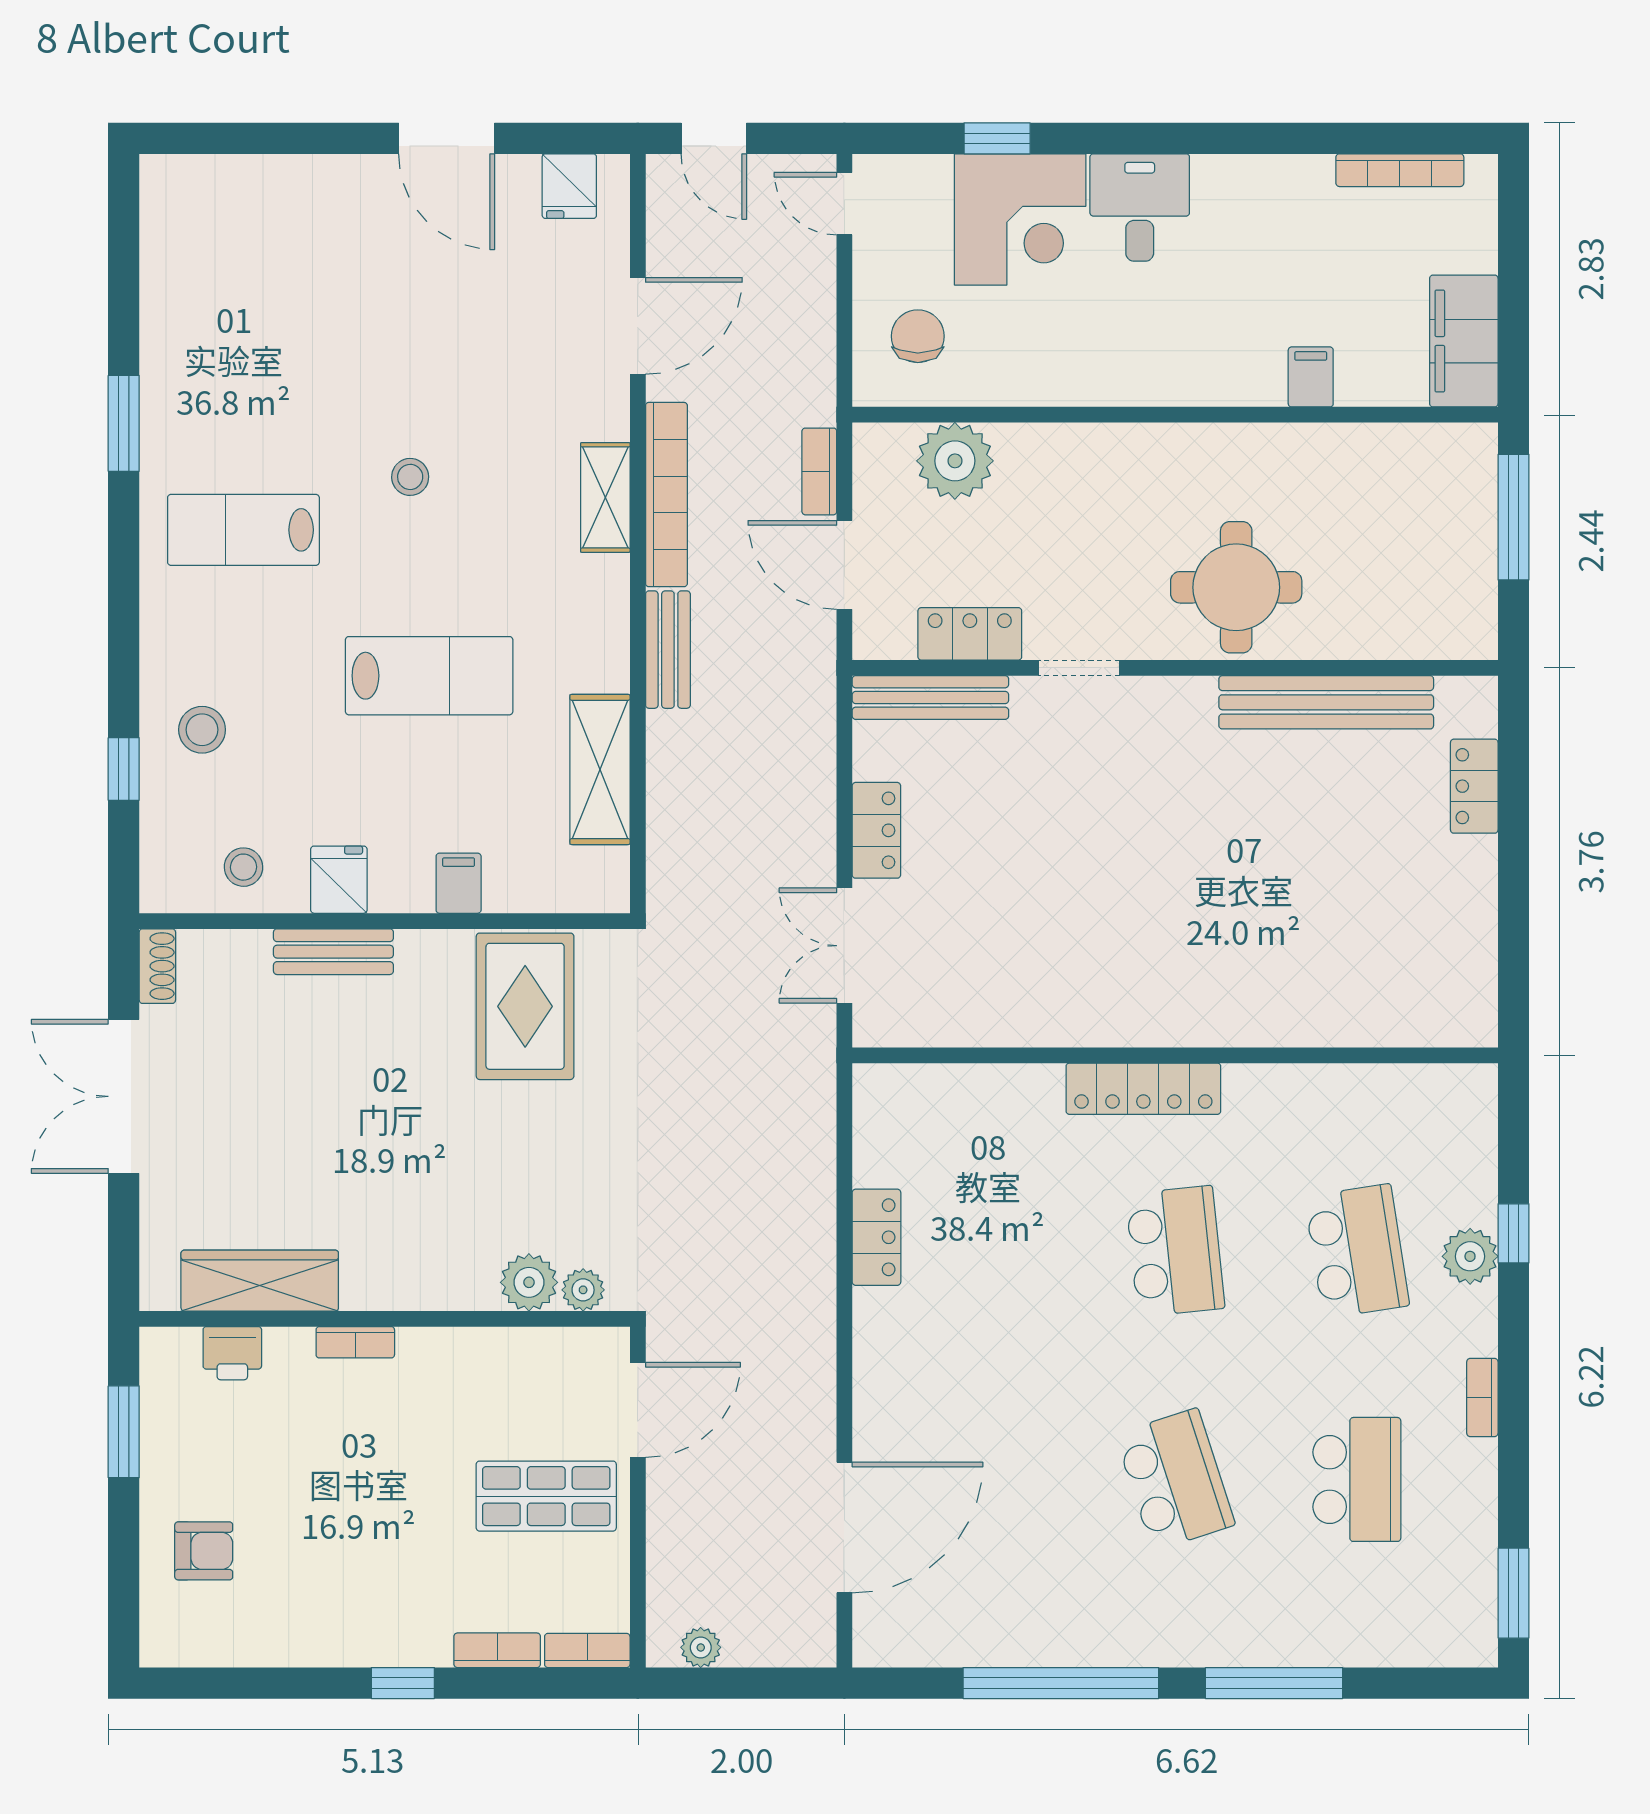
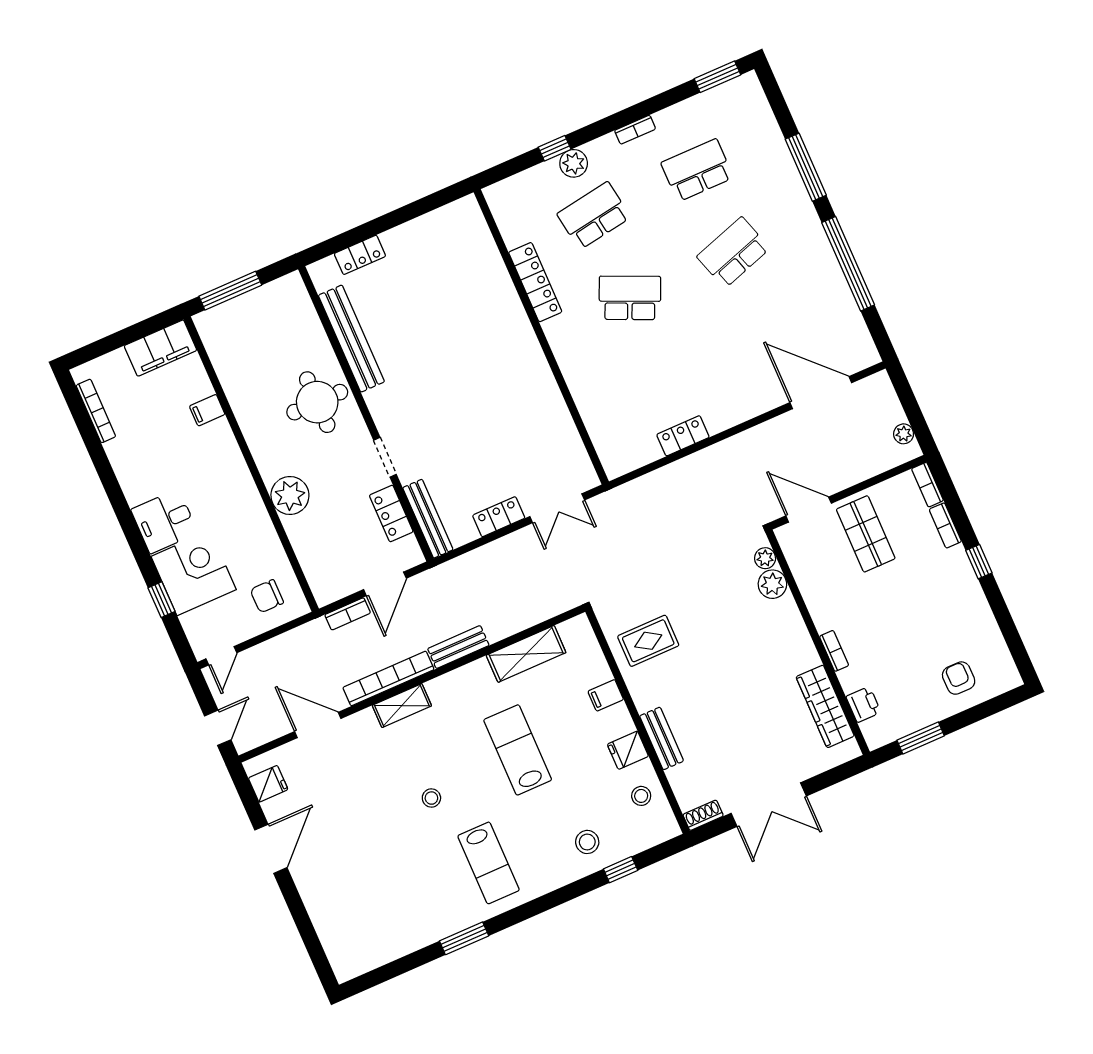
plant: (955, 461) -> (290, 495), moved
rug: (525, 1006) -> (648, 641), width x0.73, depth x0.70
locker: (1143, 1089) -> (535, 282), moved
school desk: (1175, 1251) -> (630, 298), turned 30

